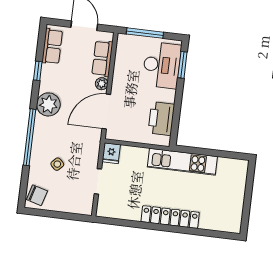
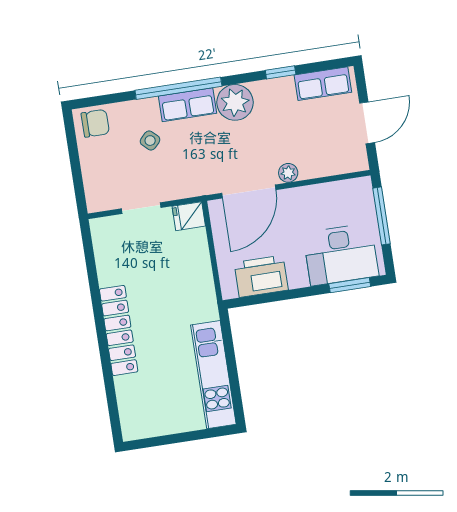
row of seats: (102, 58) -> (188, 105), moved, turned 180
door: (106, 112) -> (249, 191), swing flipped
kitchen unit: (182, 162) -> (213, 375), moved
chair: (37, 195) -> (95, 123), turned -106

